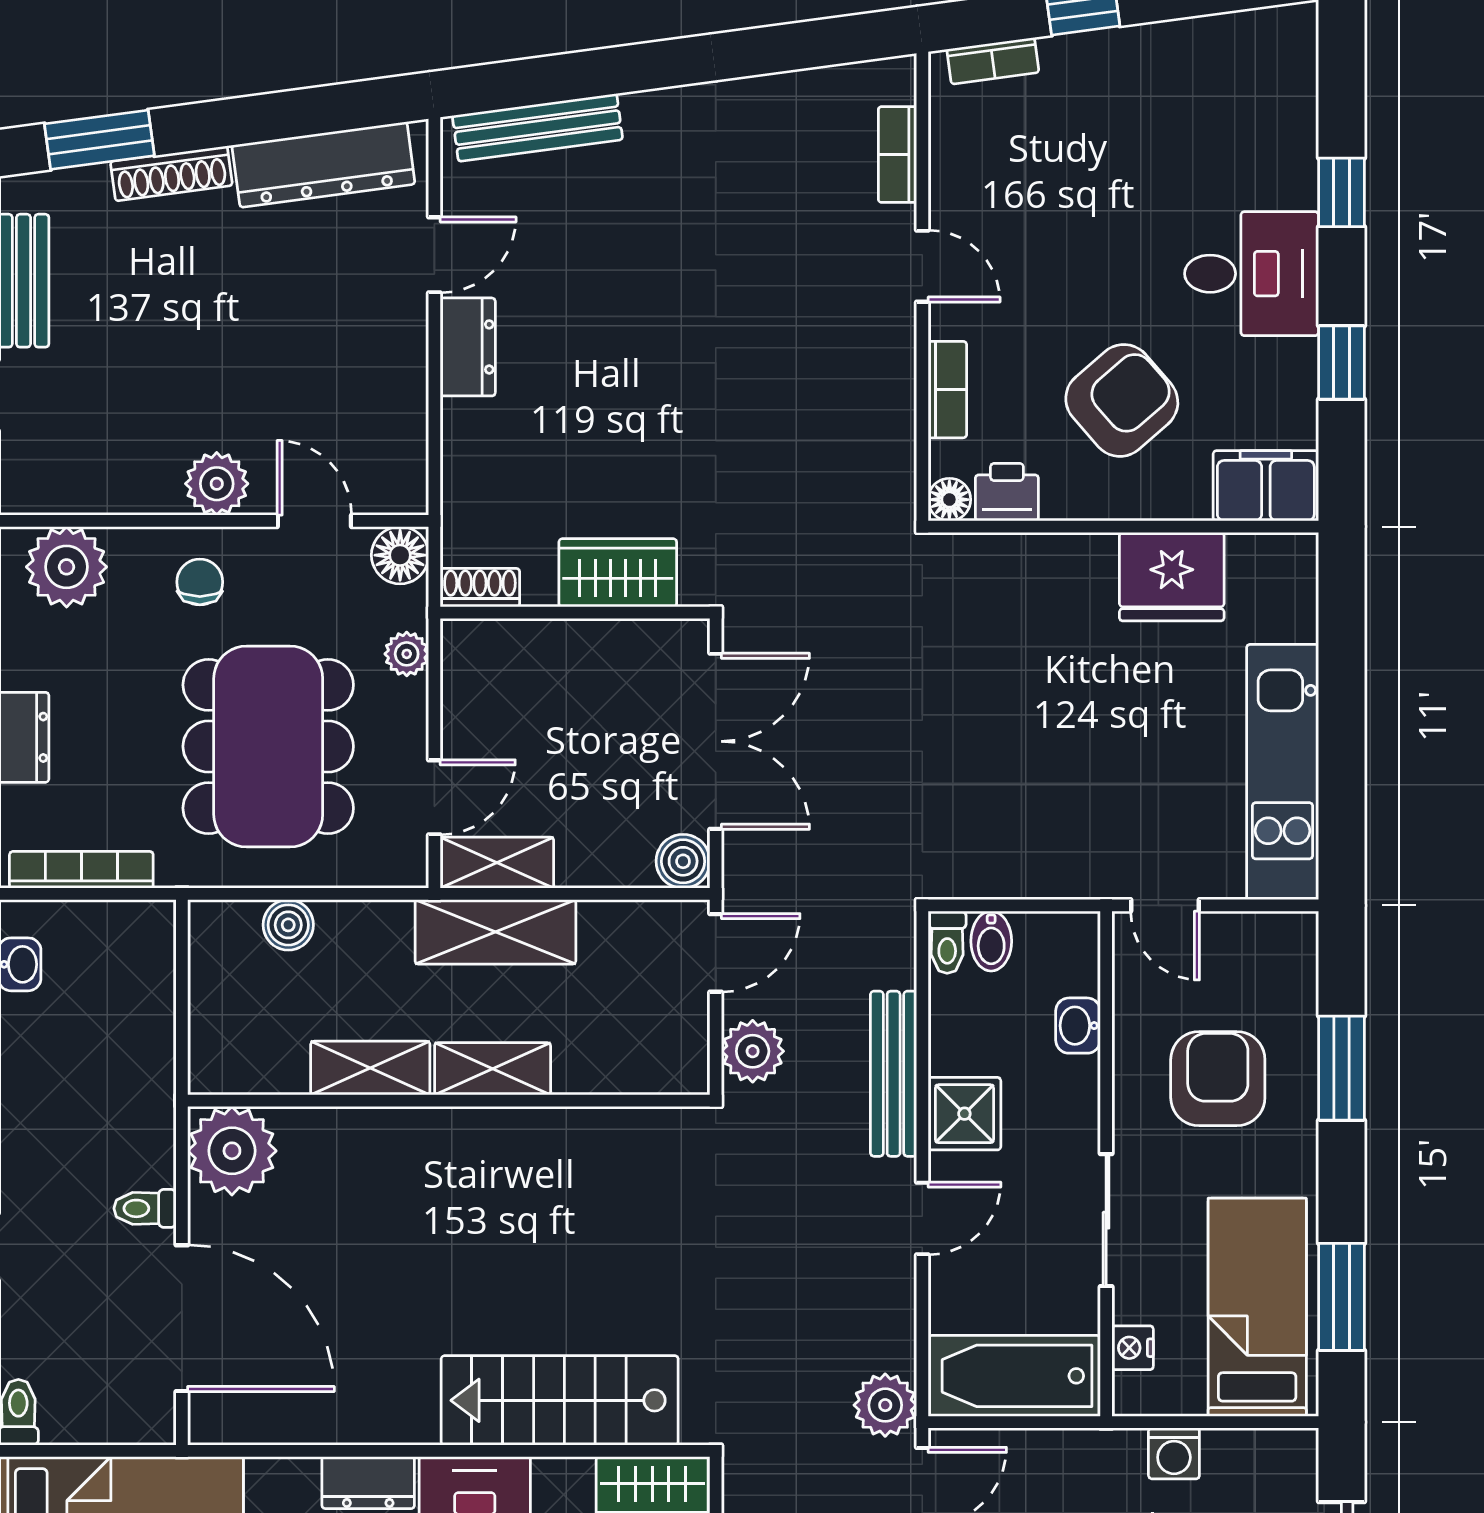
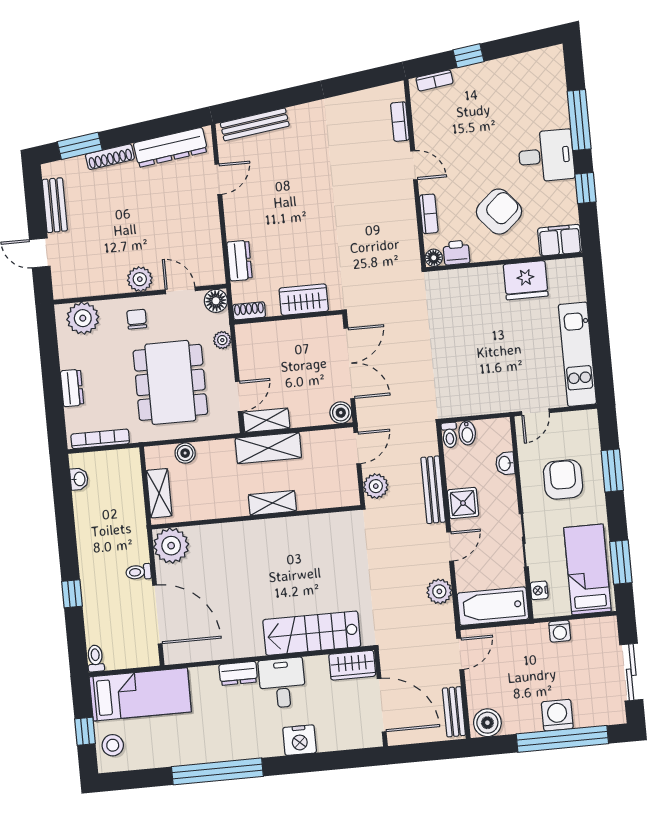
window: (1341, 192) -> (579, 120), width x2.17
dresser: (468, 347) -> (239, 261), moved
door: (1165, 905) -> (535, 412), hinge flipped
shelving: (370, 1068) -> (159, 493), moved, turned 90
plant: (885, 1405) -> (439, 591), moved

